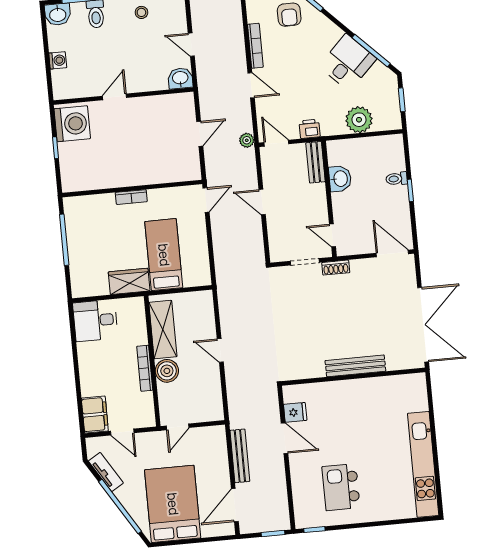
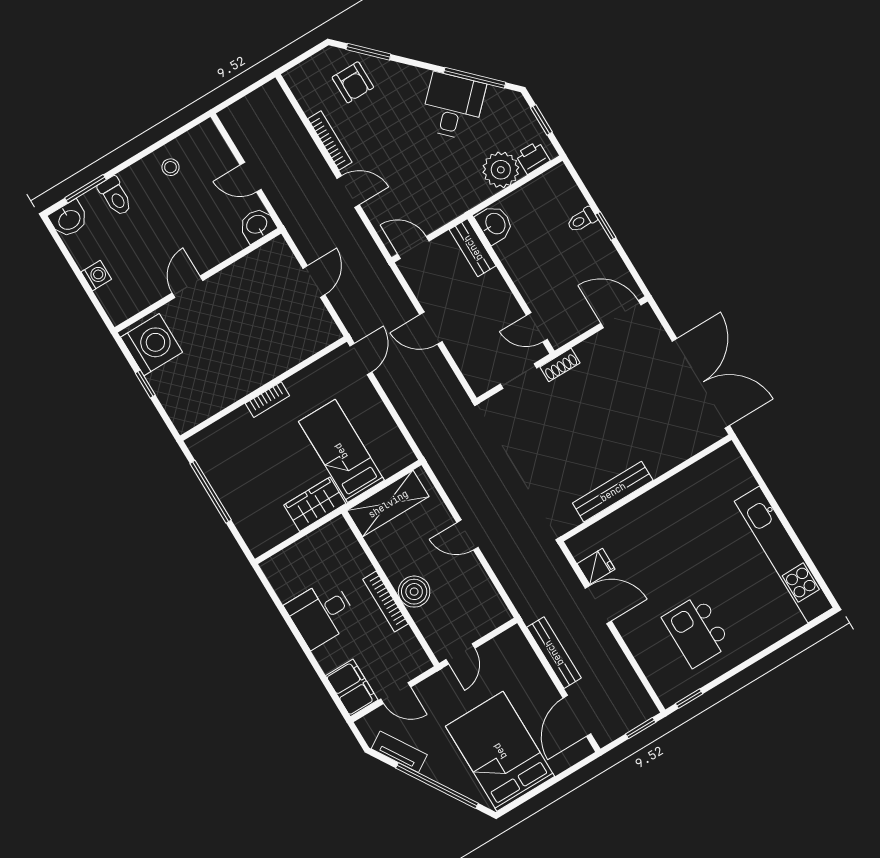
printer: (310, 129) -> (533, 158), moved
plant: (247, 140) -> (375, 262), removed
washbasin: (340, 179) -> (495, 224), moved
desk: (95, 320) -> (321, 613), moved
shelving: (163, 330) -> (388, 504), moved, turned 90
bench: (355, 366) -> (613, 492), moved

